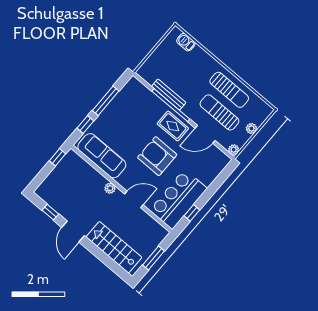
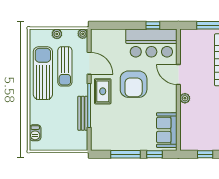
sun lounger: (229, 90) -> (43, 73), width x1.36, depth x1.34
sofa: (102, 156) -> (167, 130), width x0.73
window: (58, 157) -> (205, 154), moved

